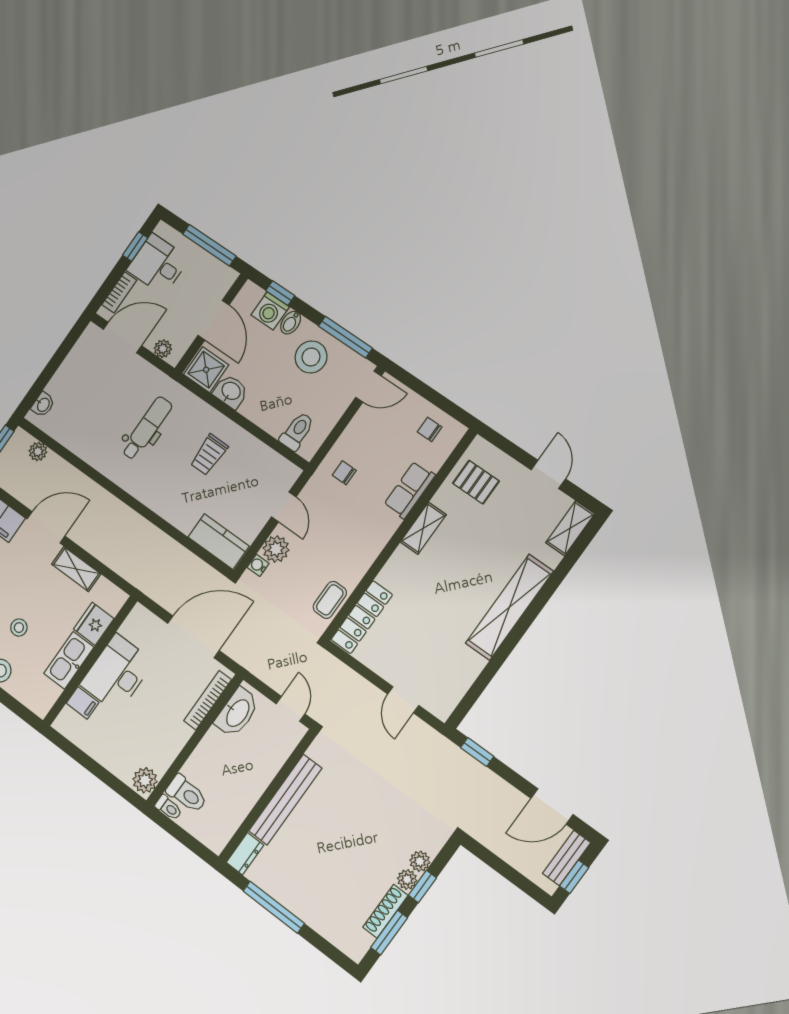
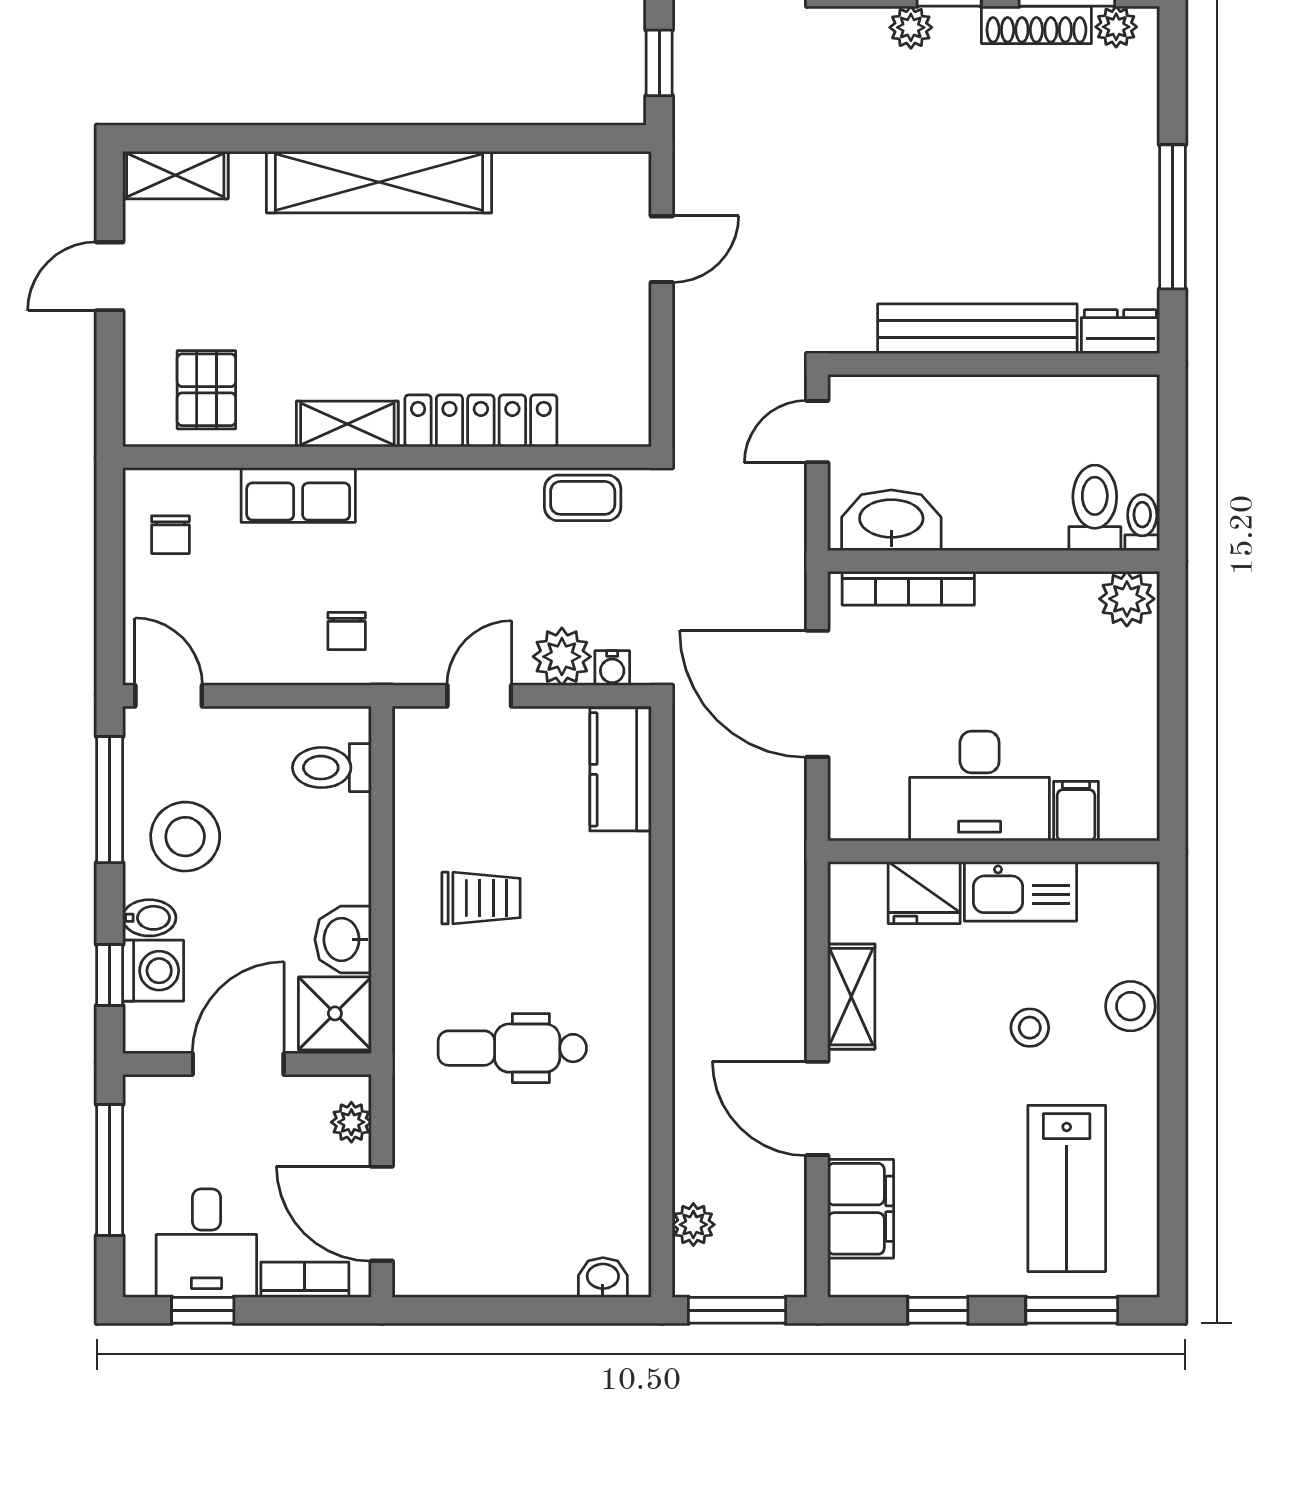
locker: (362, 617) -> (481, 421), moved
plant: (407, 879) -> (1116, 27), moved

